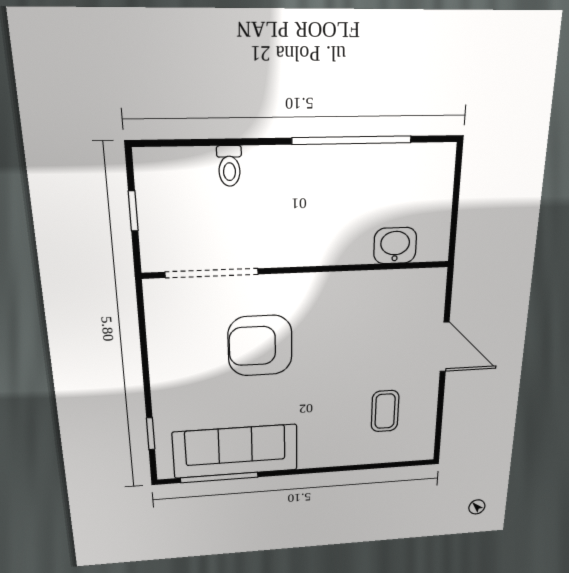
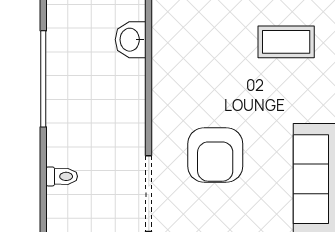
coffee table: (385, 411) -> (286, 42), width x1.36, depth x1.30

